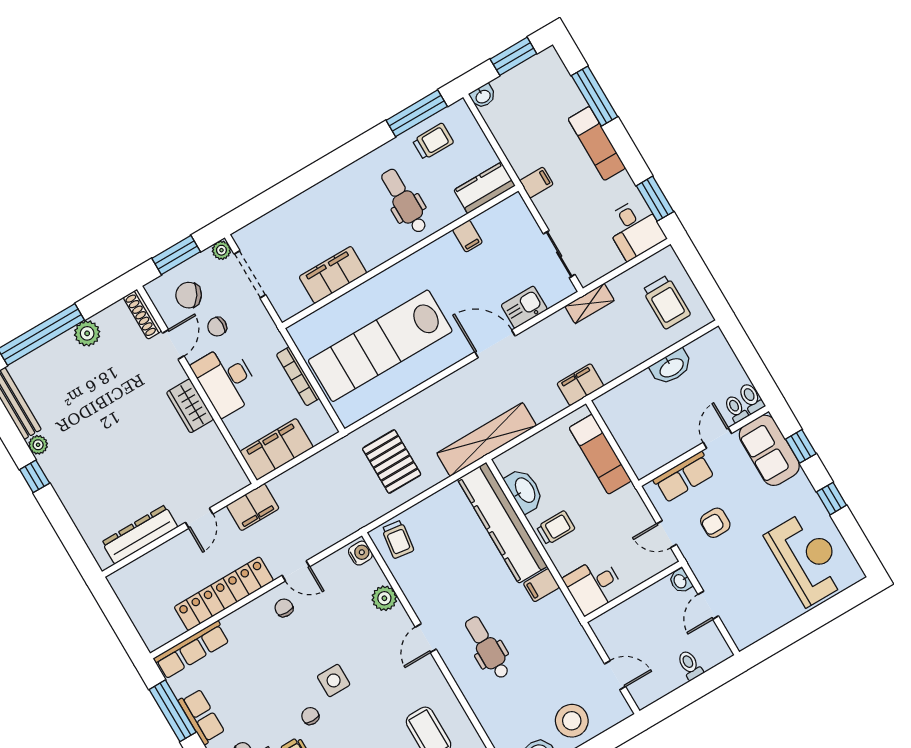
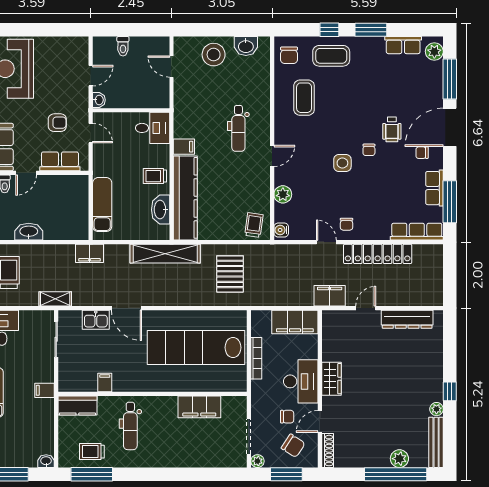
plant: (87, 333) -> (399, 459), moved
lab bench: (380, 346) -> (196, 348), turned 180

